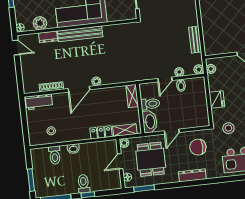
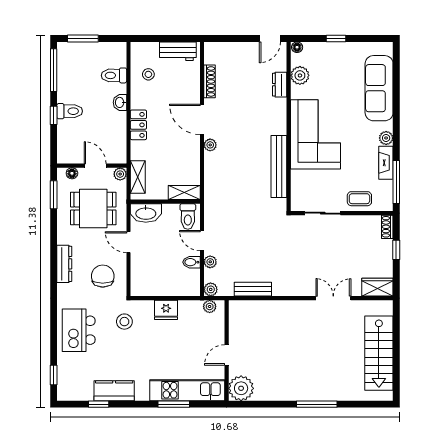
bench: (80, 34) -> (279, 167), moved
workbench: (39, 102) -> (178, 51), moved, turned -90
toilet: (150, 104) -> (188, 216), moved
locker: (101, 132) -> (138, 125), moved

